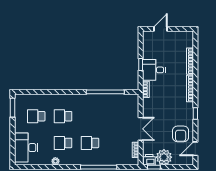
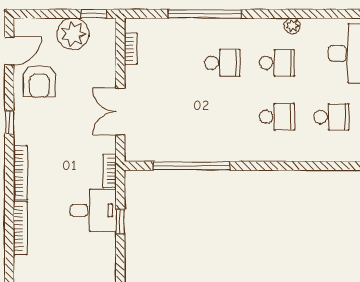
double door: (141, 129) -> (120, 112), moved
armchair: (181, 134) -> (39, 81), turned 180
printer: (149, 160) -> (103, 29), removed

